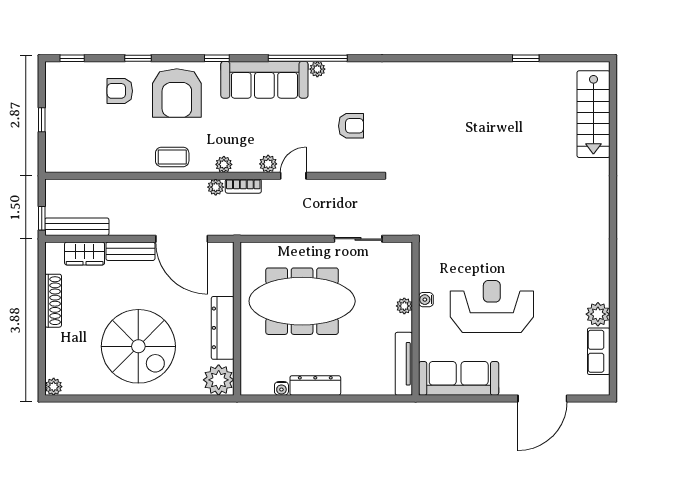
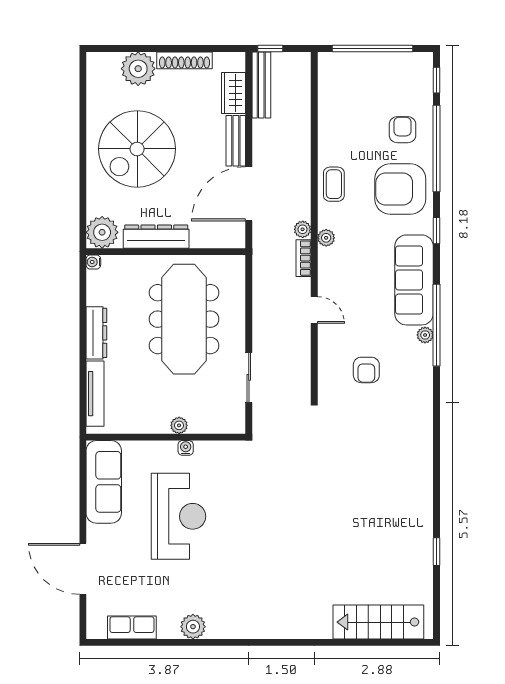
window: (138, 58) -> (437, 149), width x3.17
window: (42, 120) -> (373, 49), width x3.17
plant: (268, 164) -> (327, 284), removed
plant: (598, 314) -> (193, 627), moved
tv unit: (404, 364) -> (95, 394), moved, turned 90
plant: (54, 387) -> (138, 69), moved, width x1.87, depth x1.87
water cooler: (281, 388) -> (93, 262), moved

